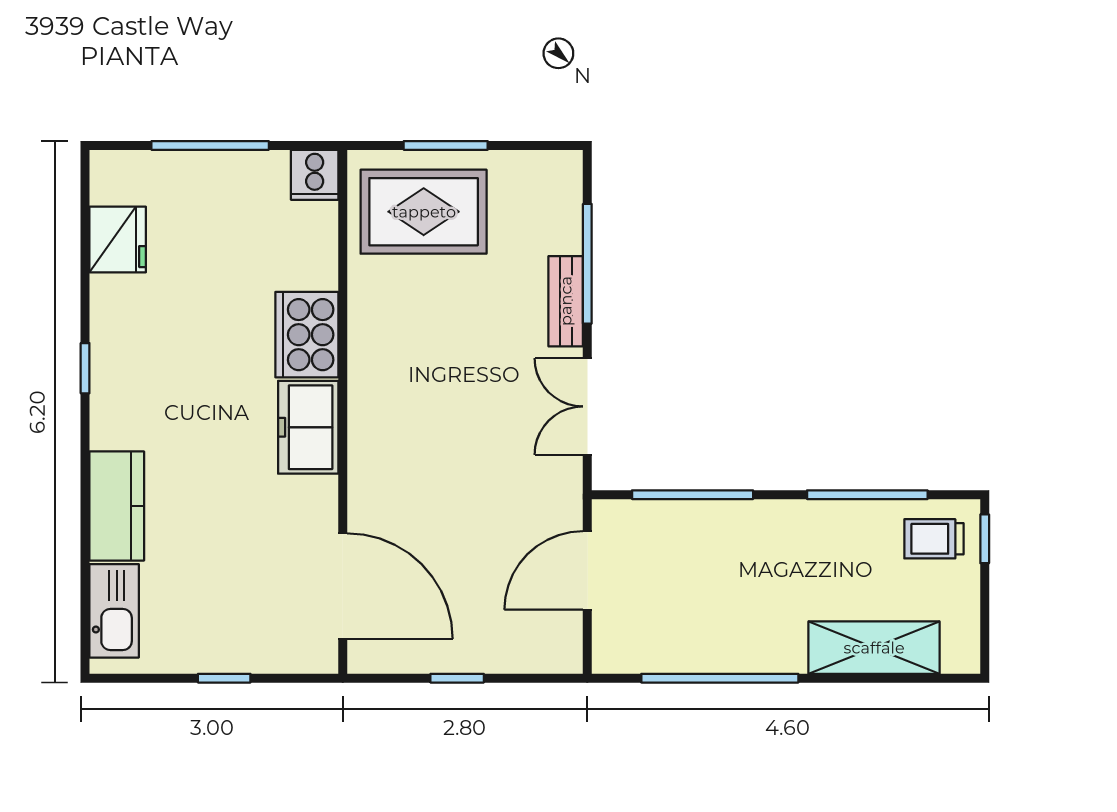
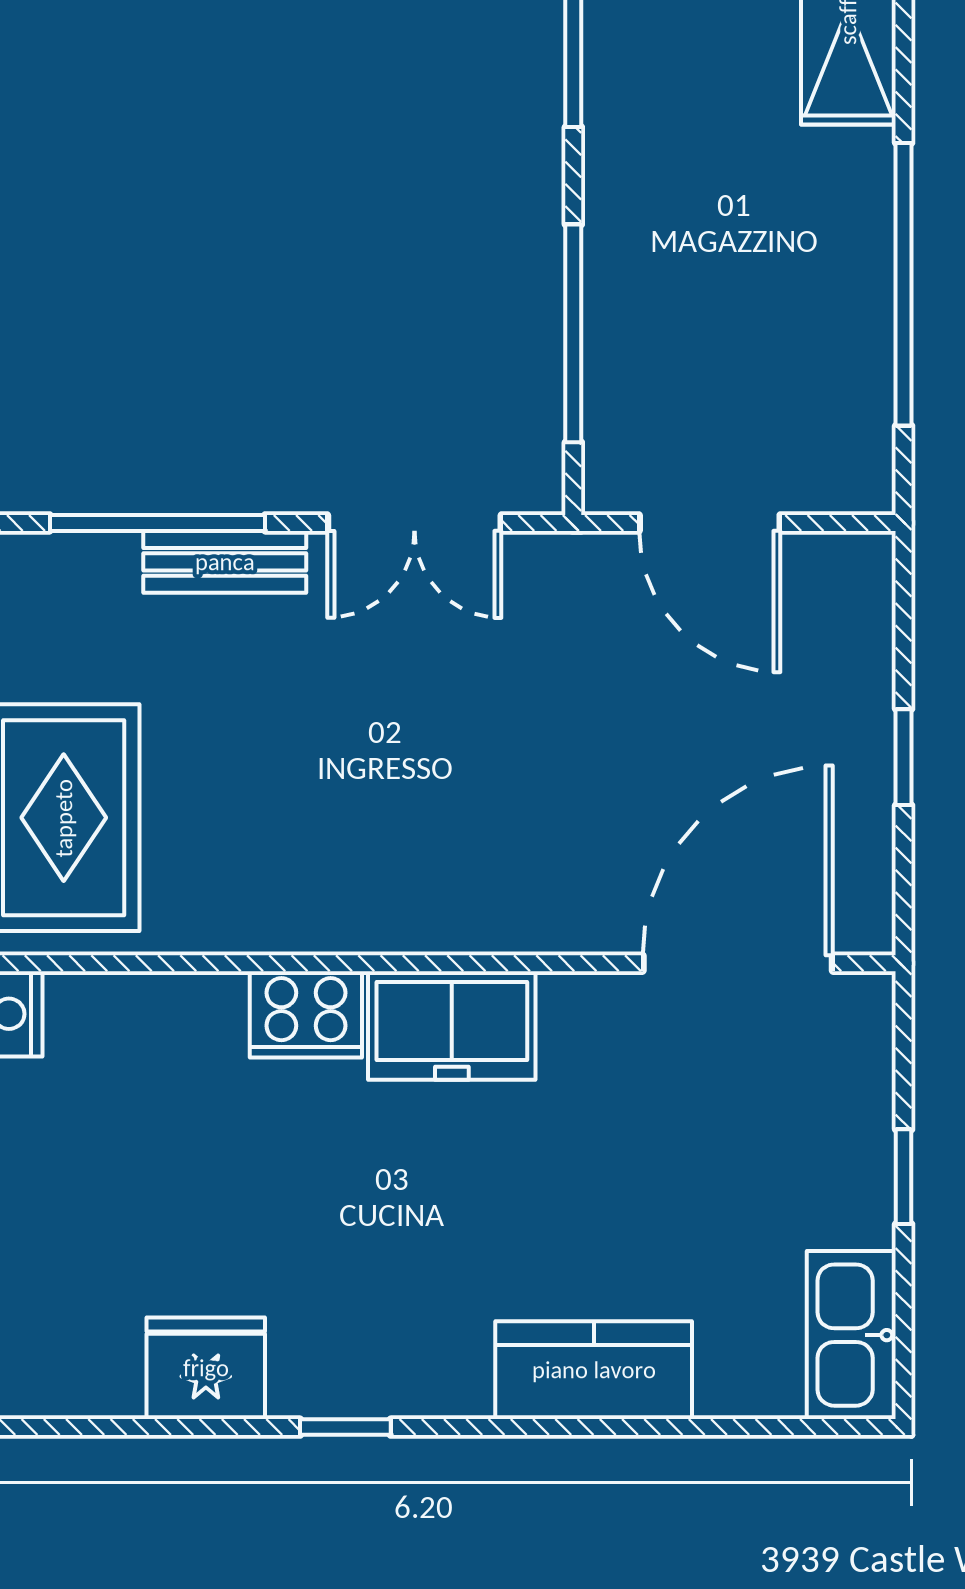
fridge: (118, 239) -> (206, 1368), moved
cooker: (307, 335) -> (306, 1014), width x0.73, depth x0.76
kitchen sink: (114, 611) -> (851, 1335), moved, turned -90

